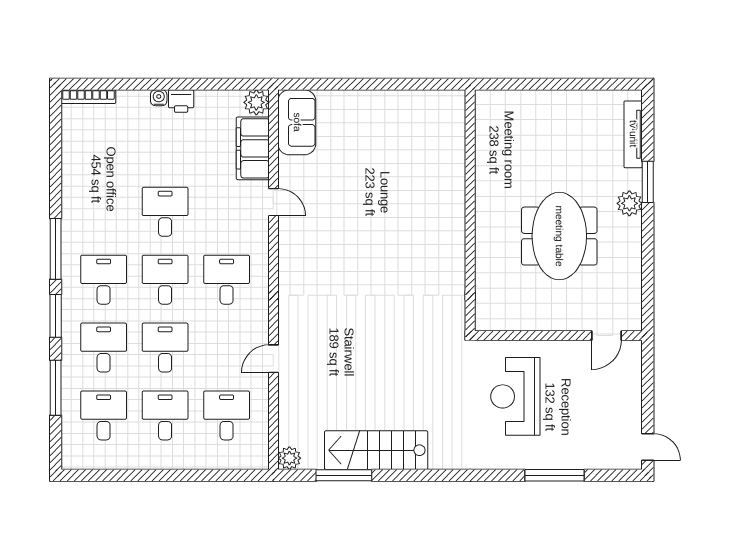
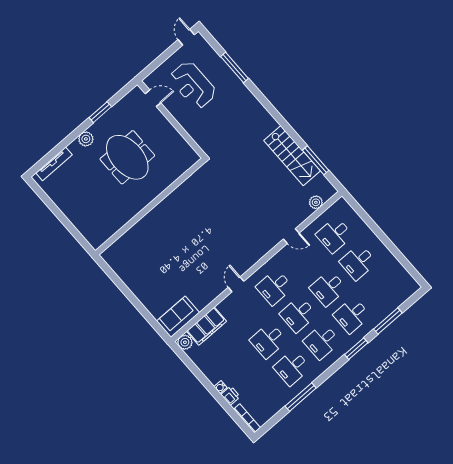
printer: (181, 101) -> (230, 396), moved
window: (648, 182) -> (100, 112), moved
door: (273, 202) -> (236, 284), moved
meeting table: (559, 236) -> (127, 157), turned 90
window: (56, 249) -> (301, 397), moved
reception desk: (515, 396) -> (193, 85), moved, turned 90
desk: (104, 415) -> (292, 368), moved
plant: (289, 458) -> (316, 202), moved

